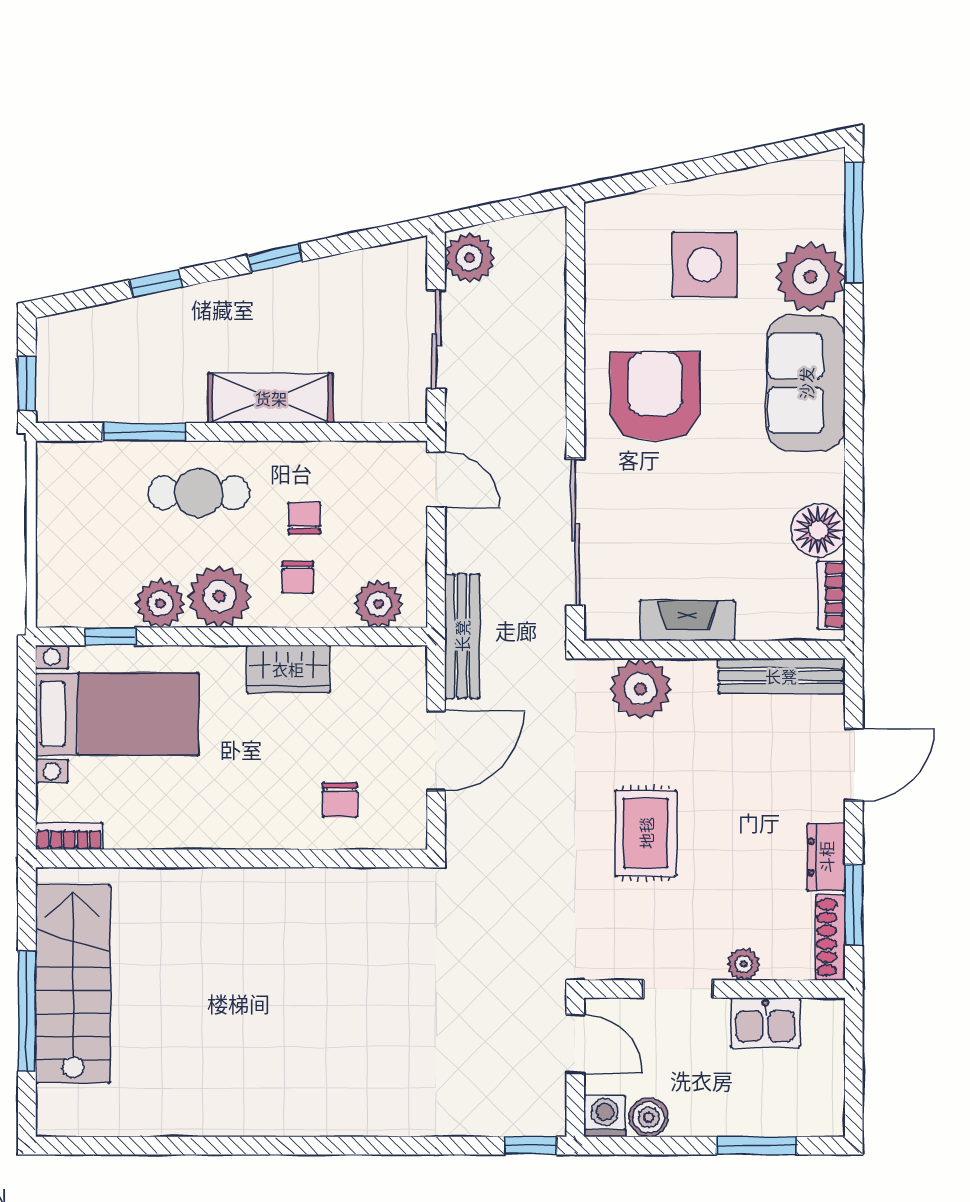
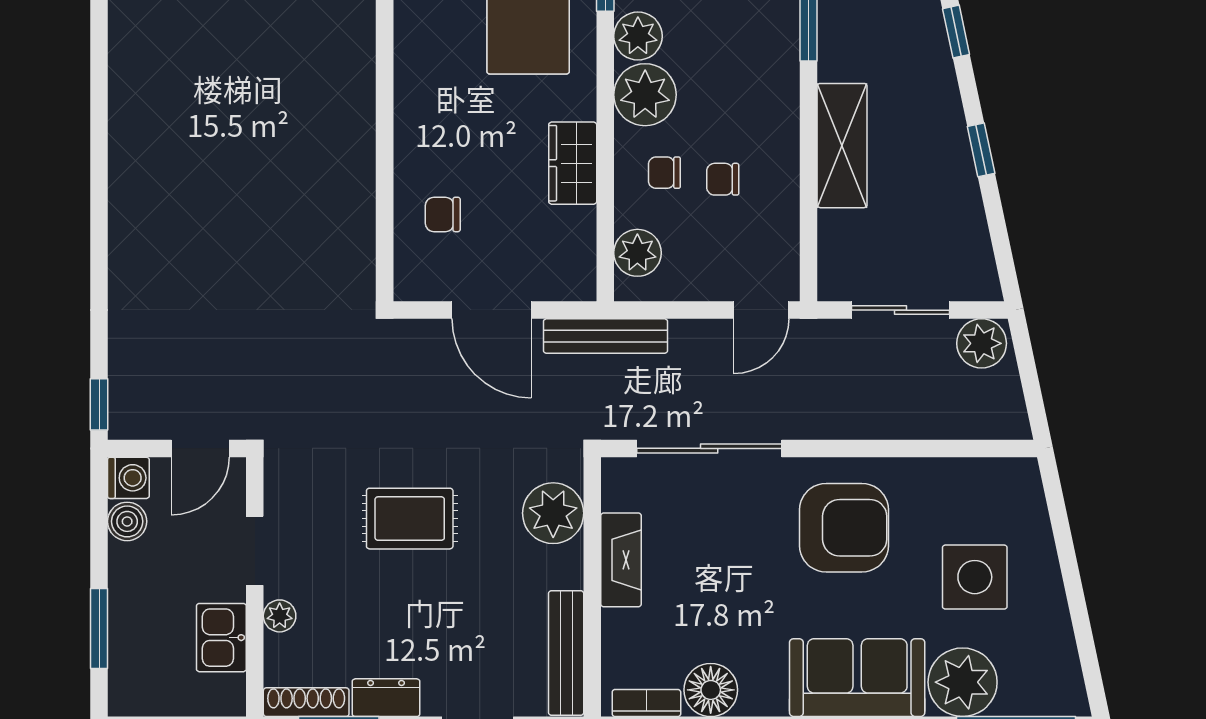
cafe table: (199, 493) -> (748, 74), removed
chair: (304, 518) -> (723, 179), turned 180

